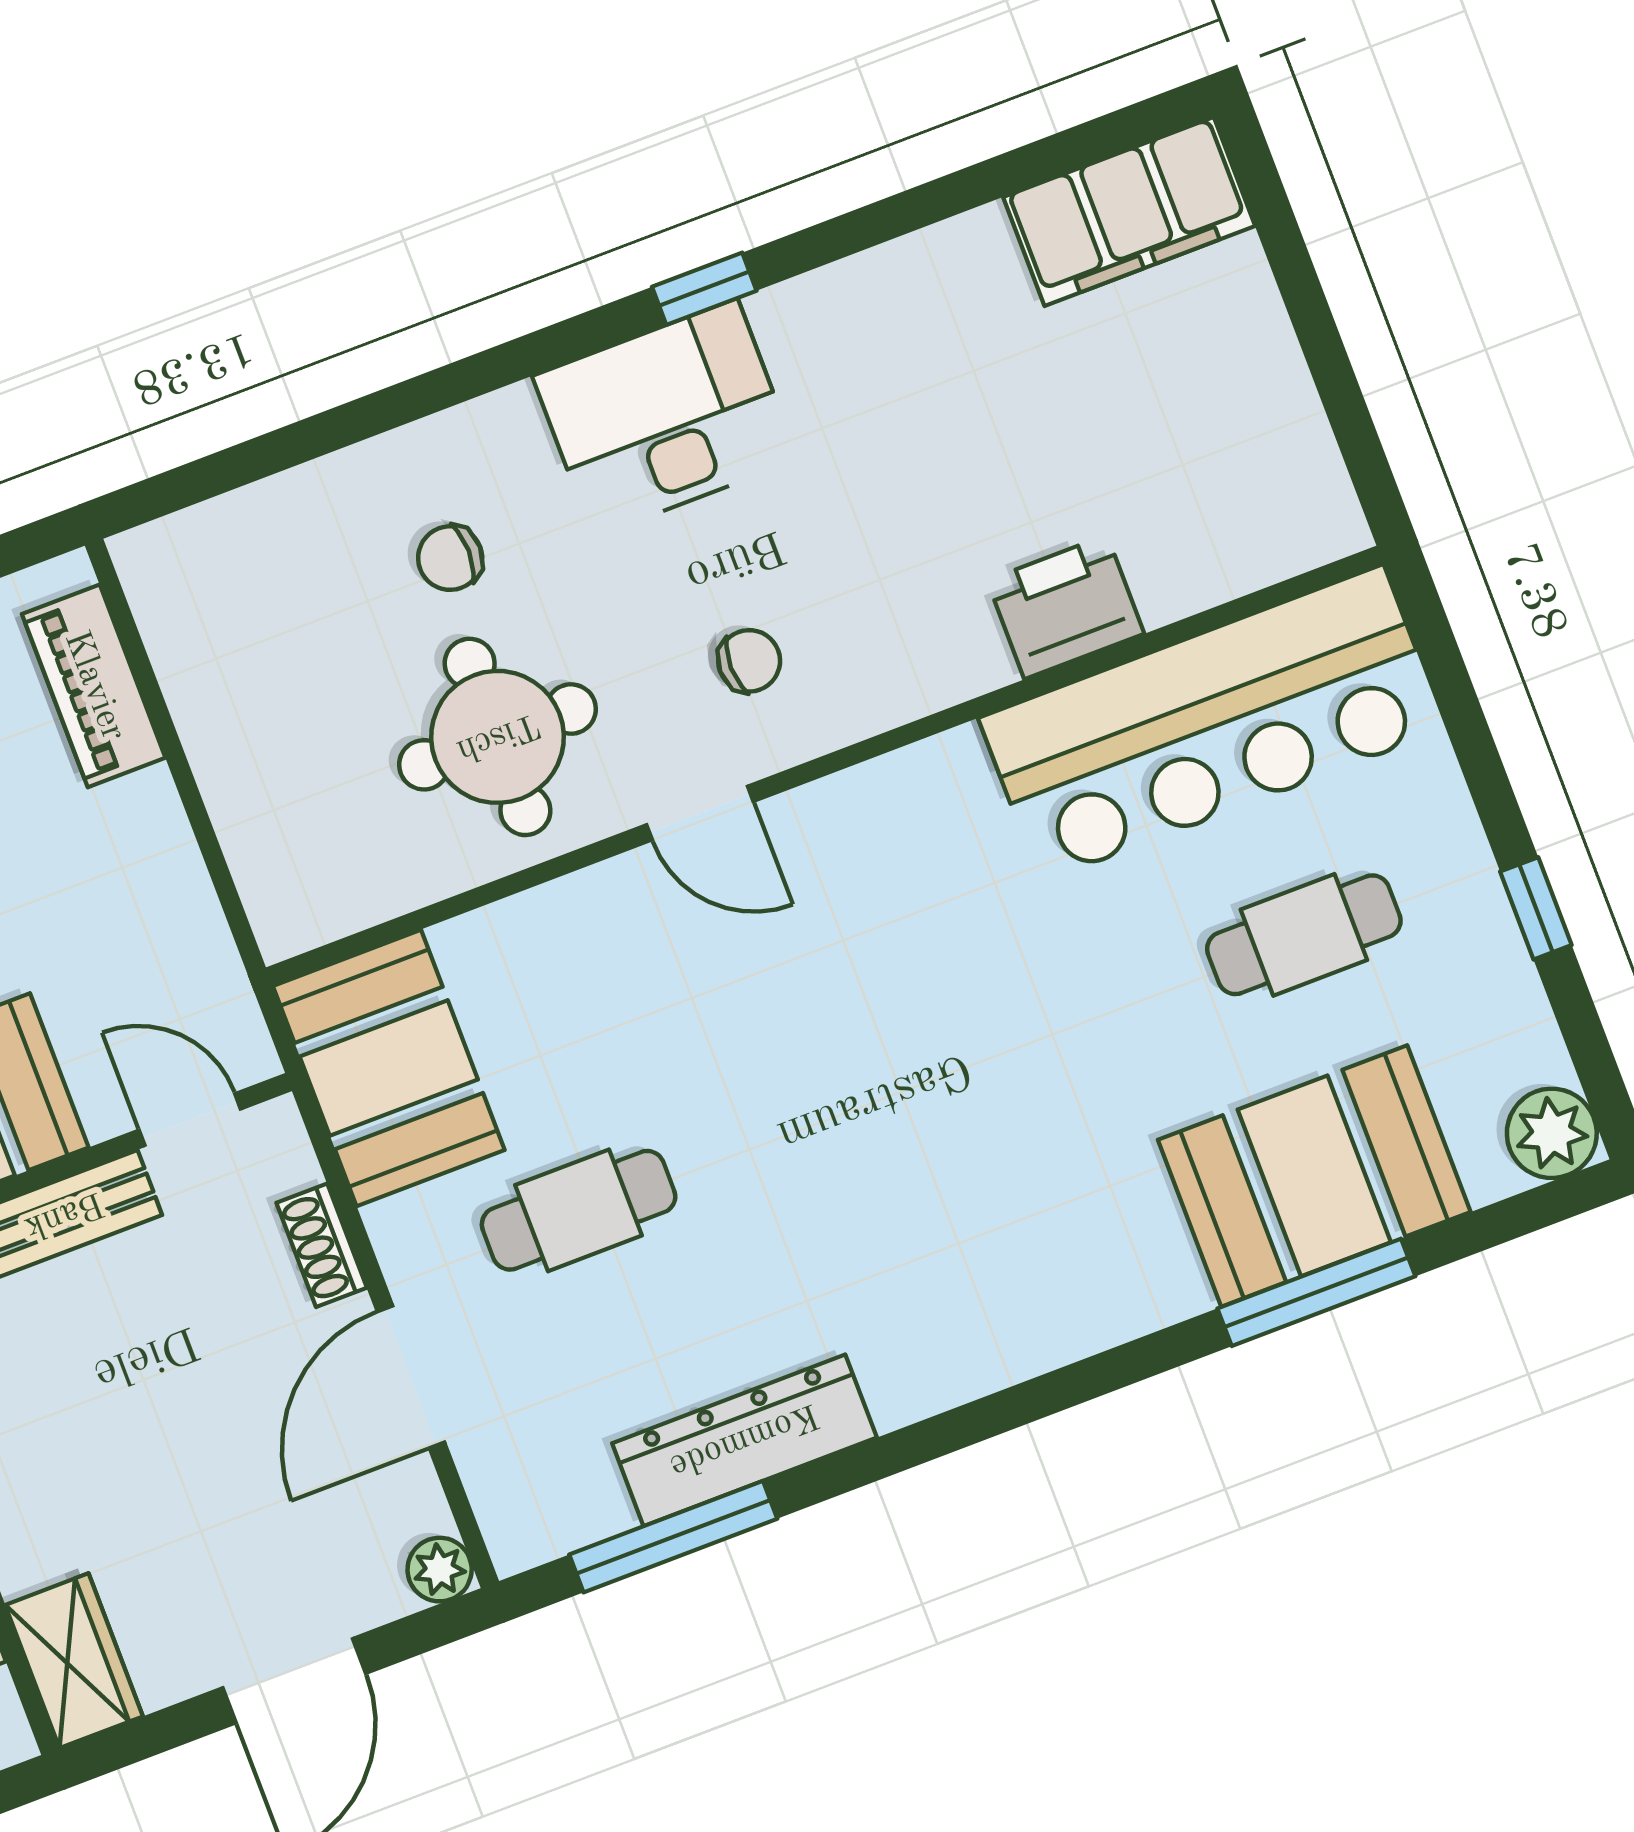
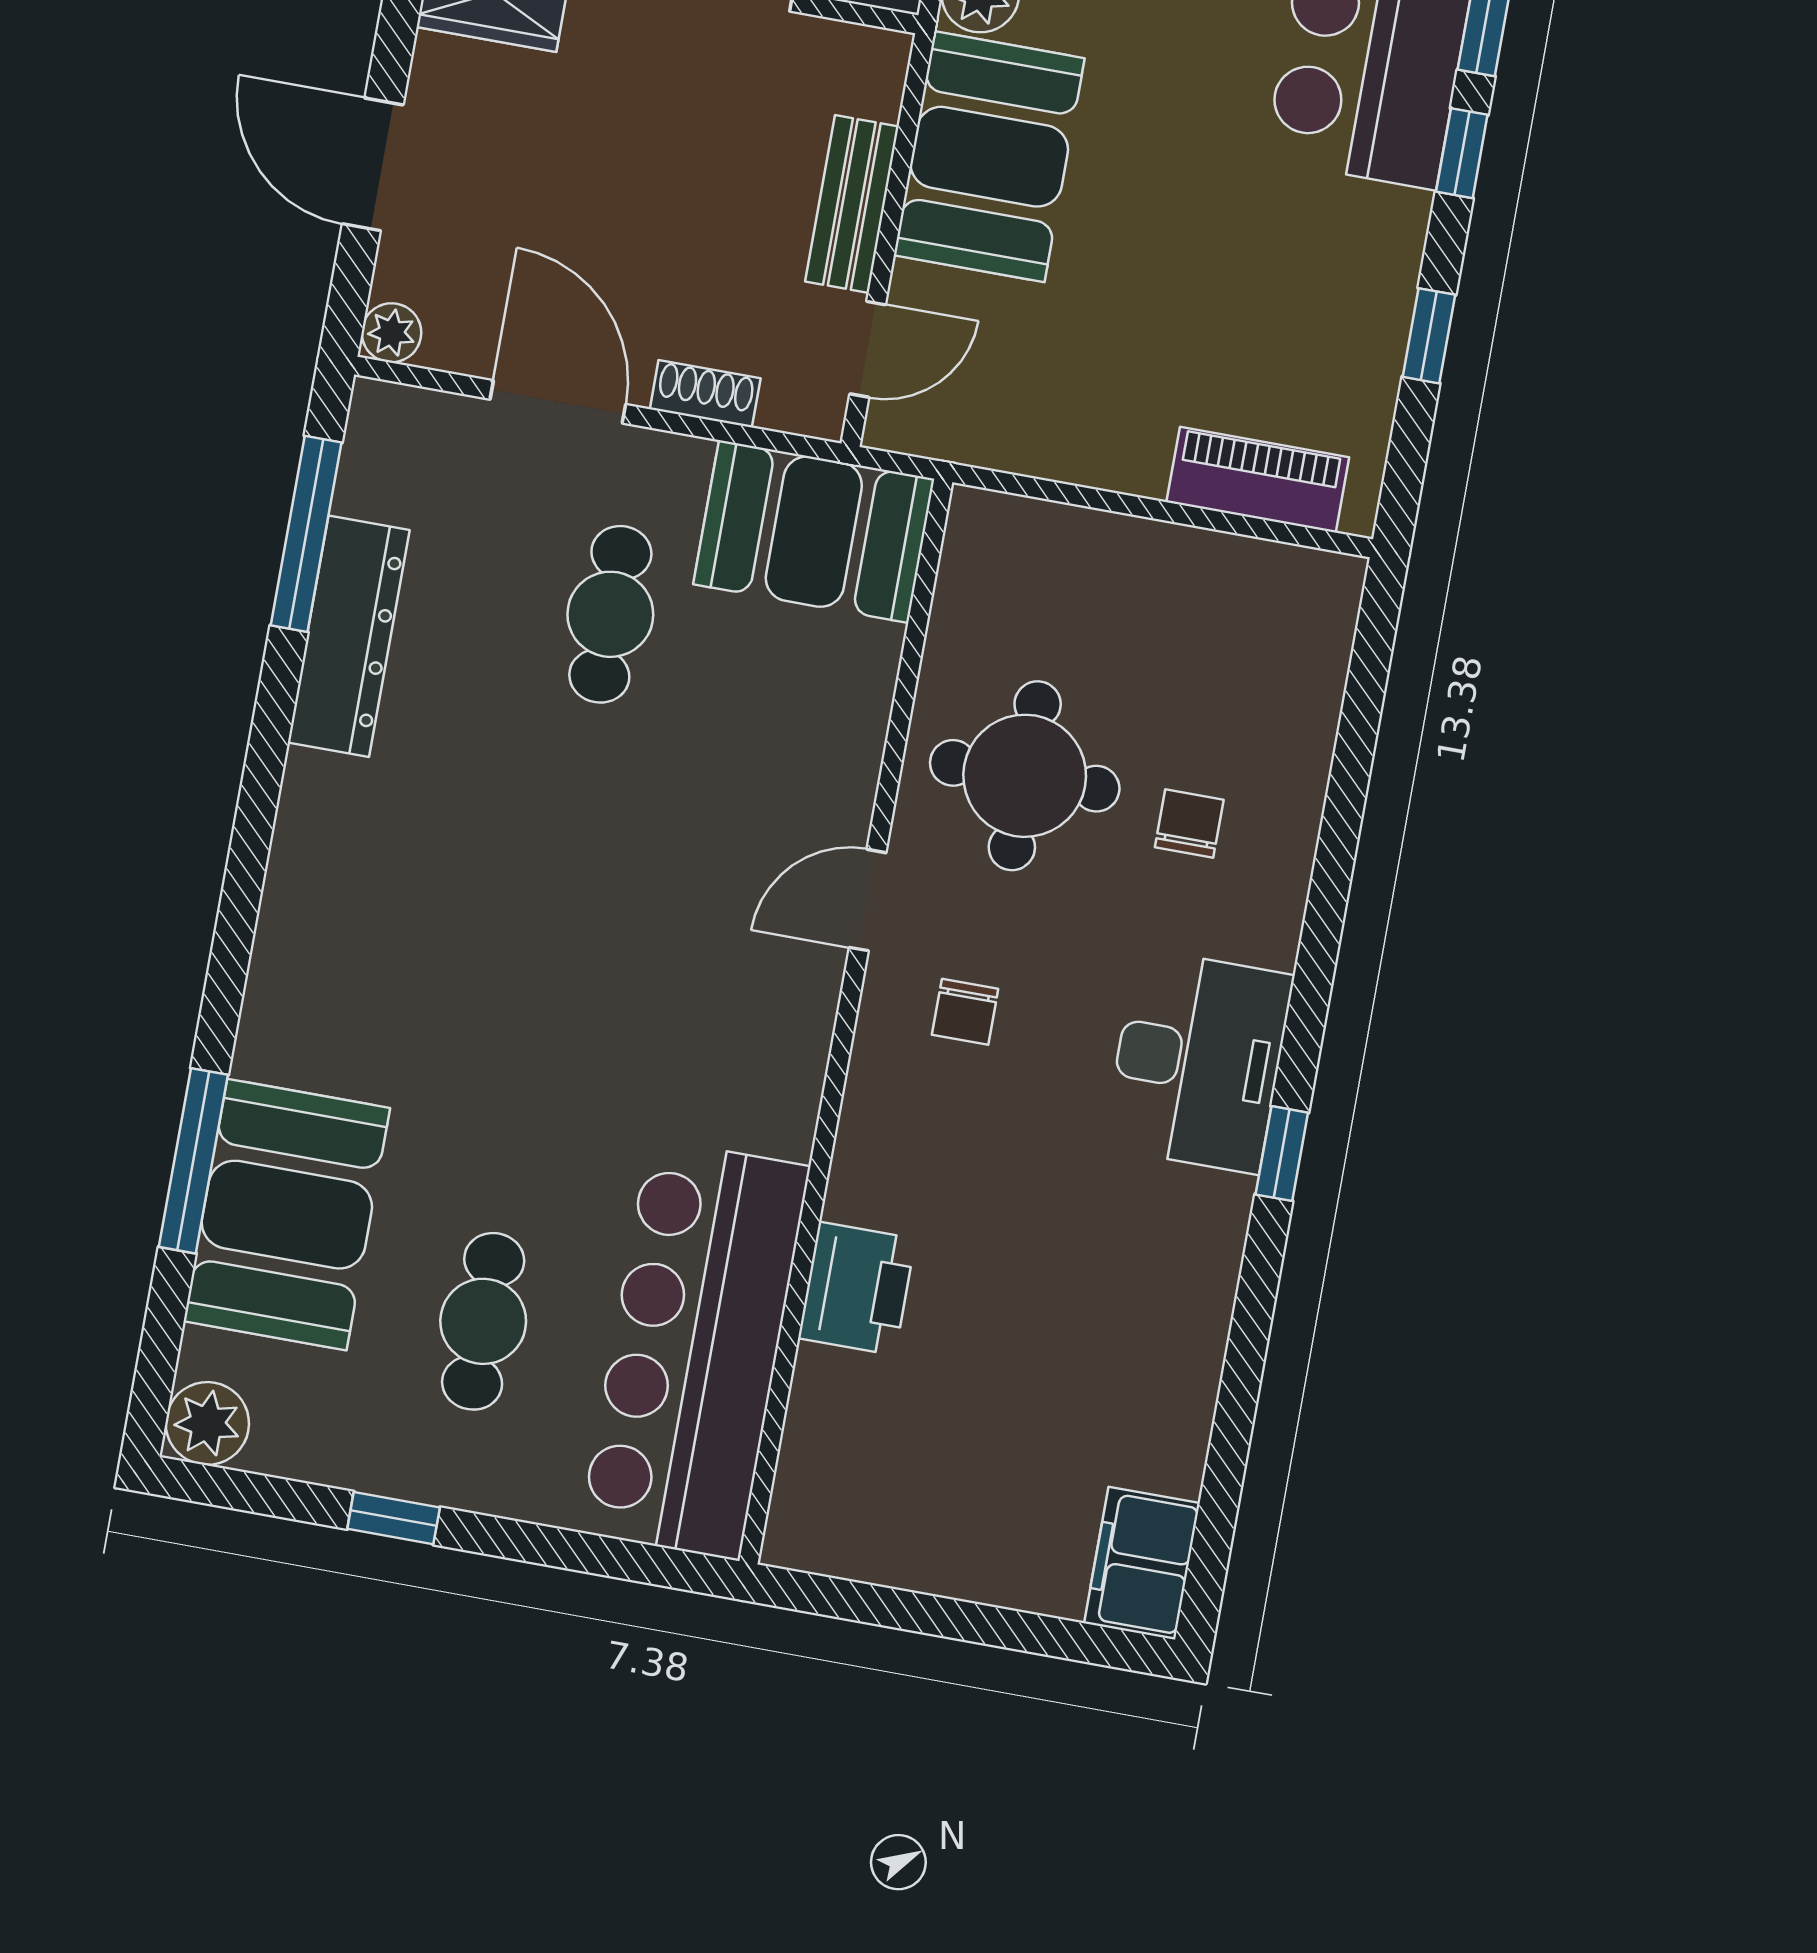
filing cabinet: (1129, 211) -> (1142, 1563), width x0.67, depth x0.86

